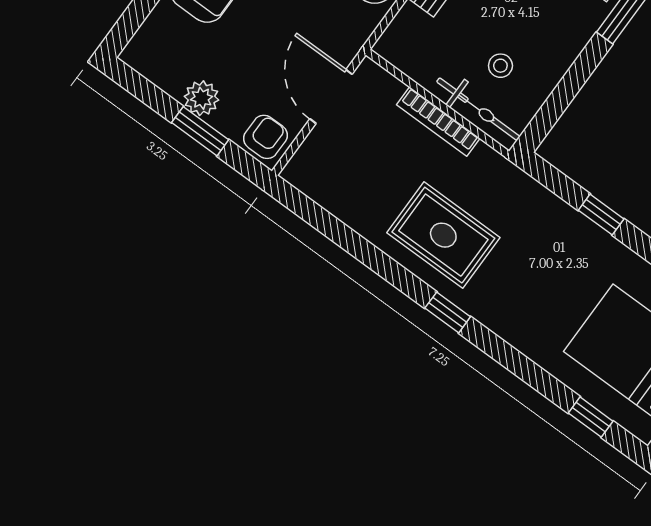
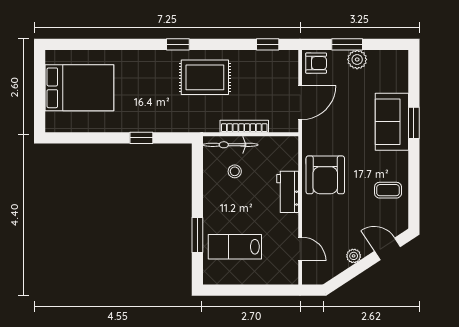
door: (331, 97) -> (300, 102), hinge flipped
armchair: (265, 137) -> (316, 63), turned -90
window: (591, 417) -> (268, 44), moved

